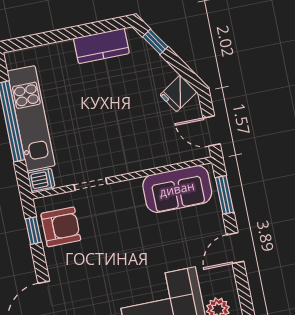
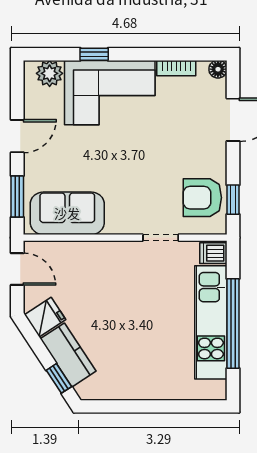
kitchen counter: (101, 46) -> (68, 355), moved, turned 57

